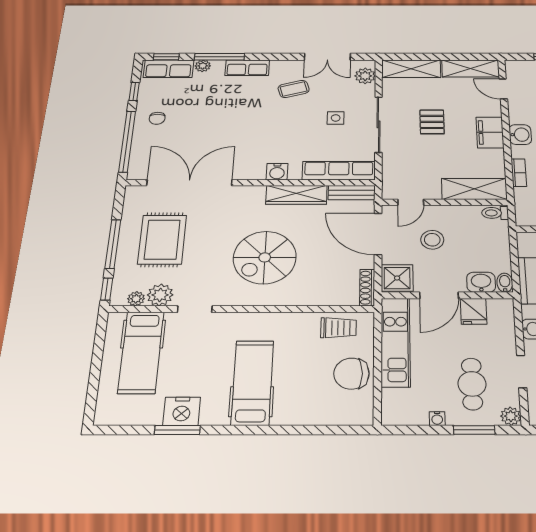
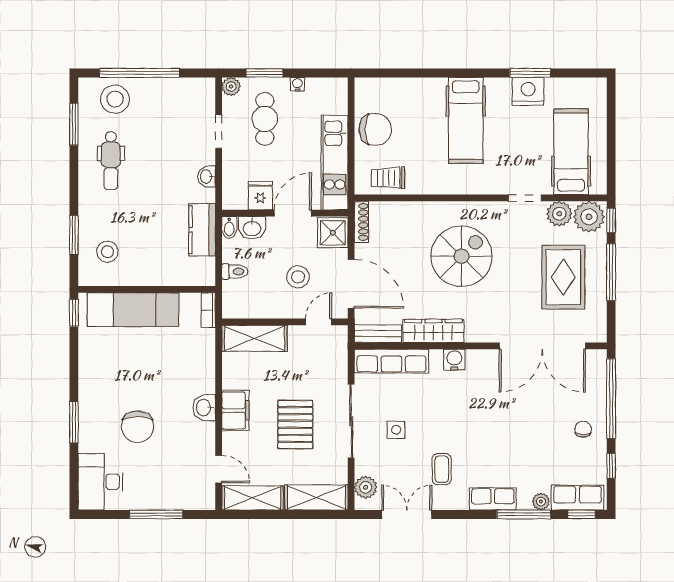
coffee table: (294, 89) -> (442, 469), turned -74
pallet: (432, 122) -> (295, 424), width x1.50, depth x1.42
bookcase: (519, 173) -> (208, 310), moved
toilet: (495, 213) -> (235, 271), moved
plant: (136, 299) -> (589, 217), width x1.88, depth x1.88

